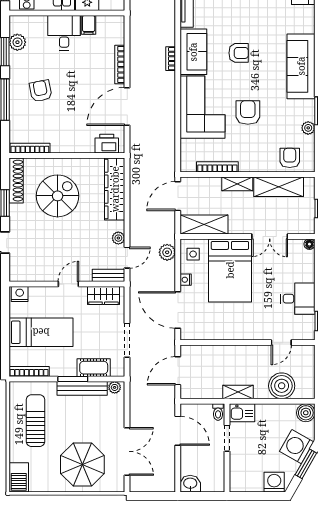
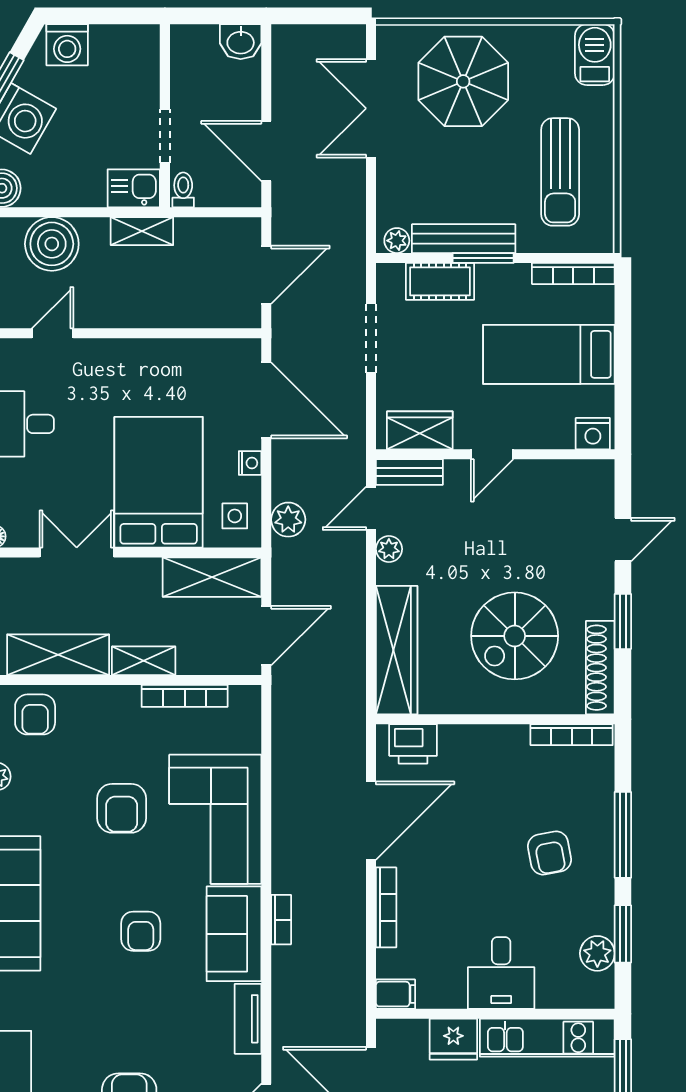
filing cabinet: (89, 25) -> (395, 994), moved, turned 90
armchair: (239, 53) -> (141, 931), turned -90

